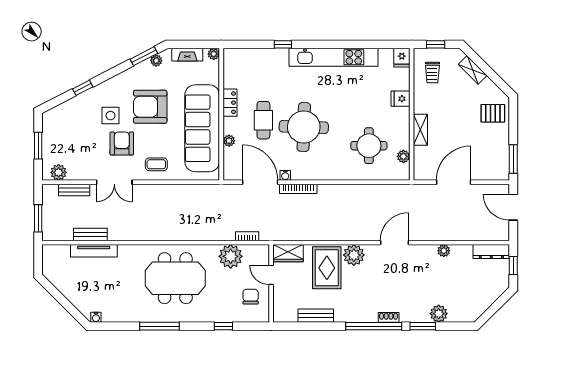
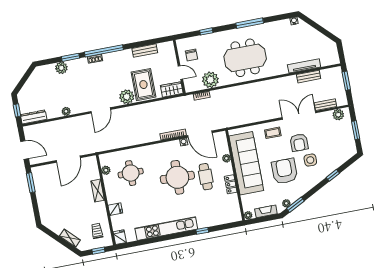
armchair: (150, 107) -> (284, 171), turned -90
pallet: (493, 113) -> (51, 211), removed
double door: (114, 182) -> (299, 115), width x1.37

